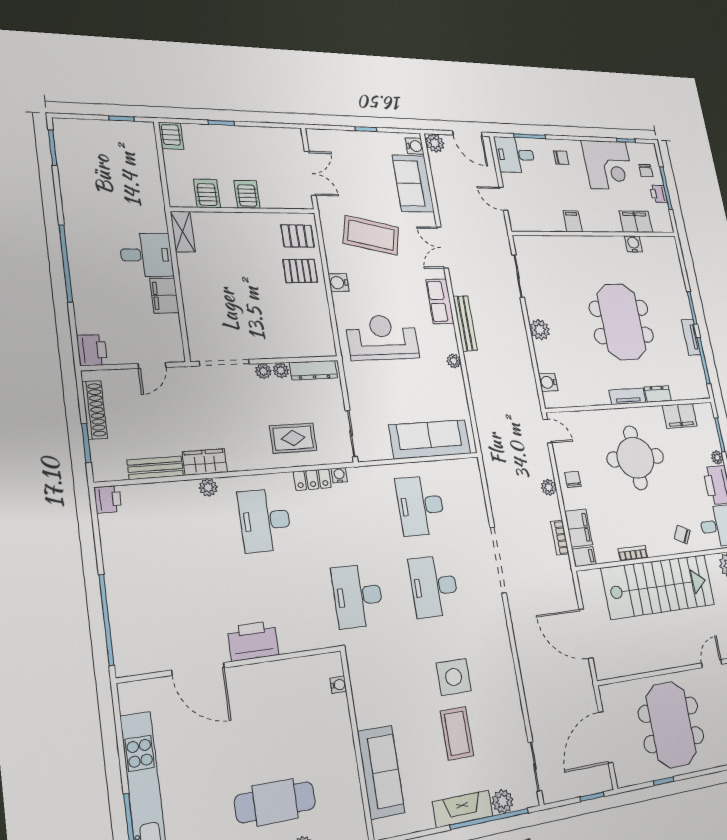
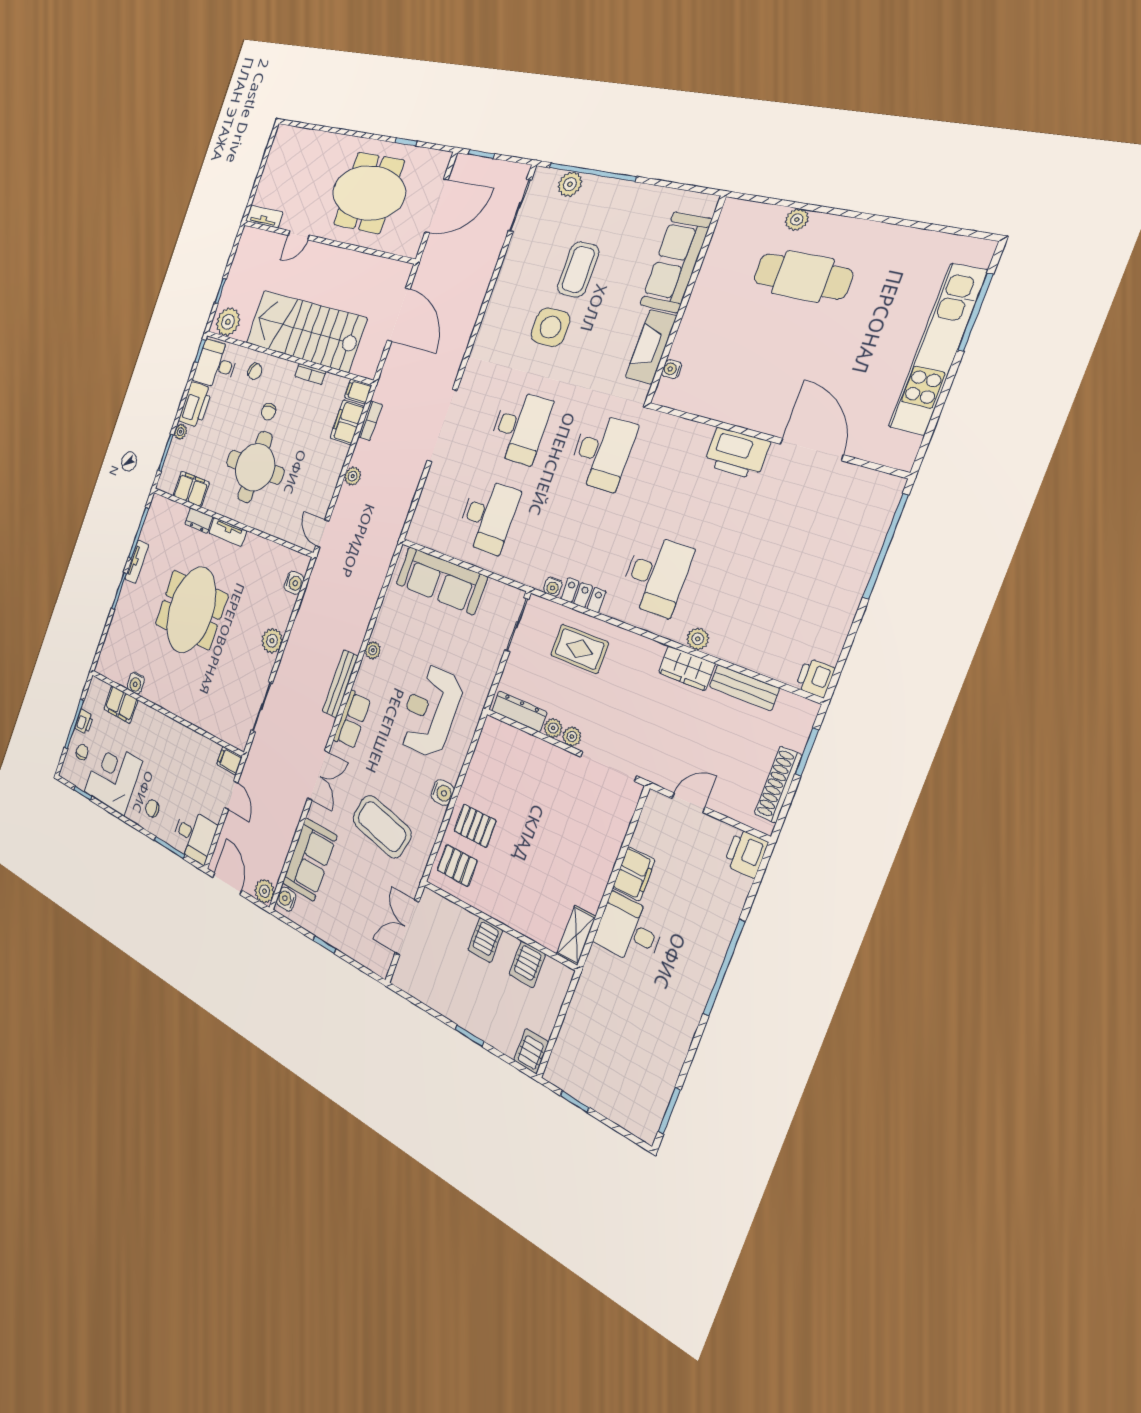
filing cabinet: (573, 221) -> (229, 761), moved, turned 90
reception desk: (382, 337) -> (430, 711), turned 90
chair: (573, 479) -> (269, 412), moved
meeting table: (671, 725) -> (369, 193), turned 90
fireplace: (463, 809) -> (651, 347), moved, turned 90

